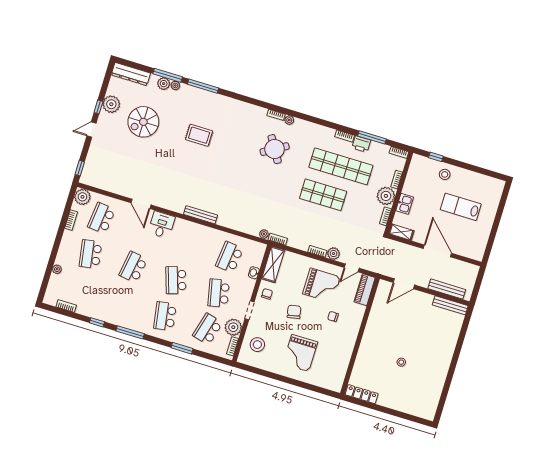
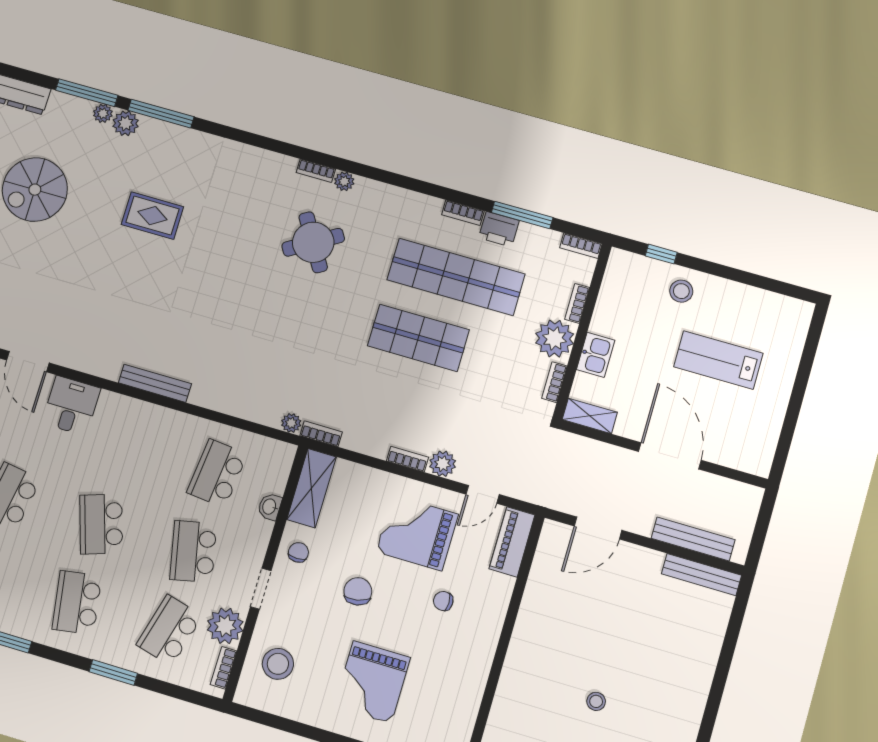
plant: (164, 84) -> (126, 123), moved
grand piano: (321, 285) -> (417, 533), turned 180

